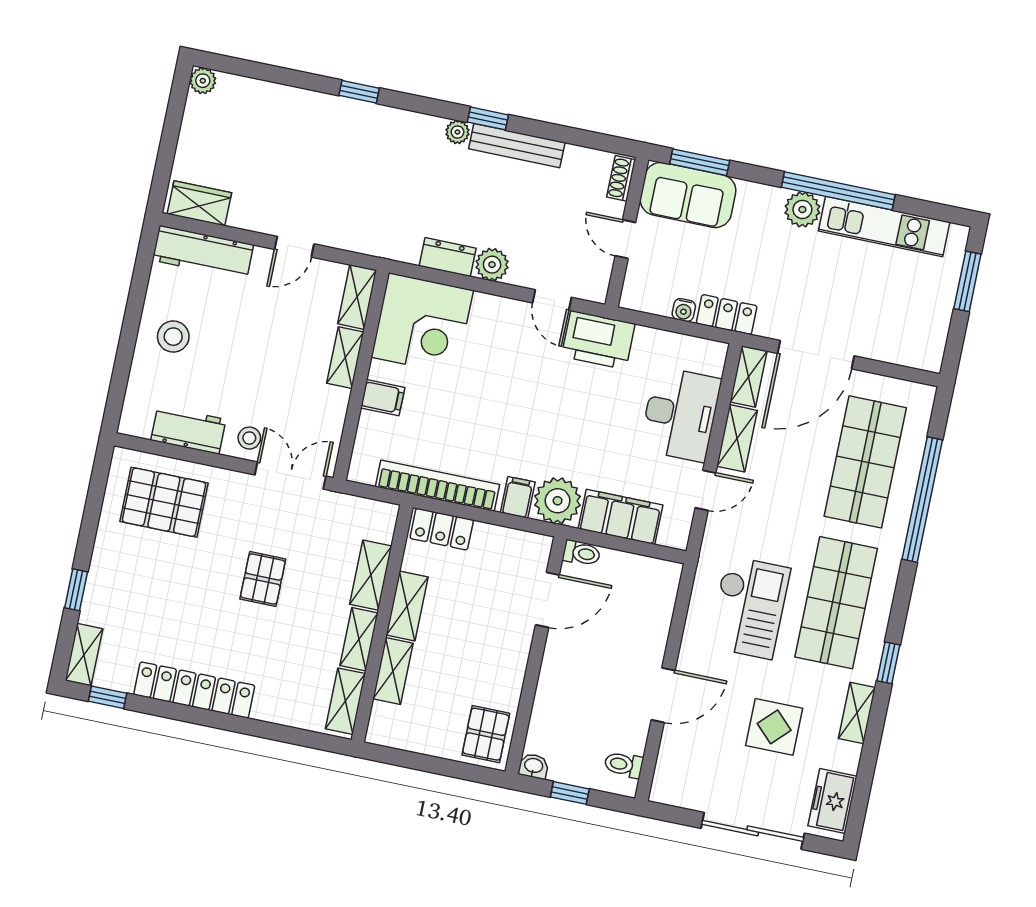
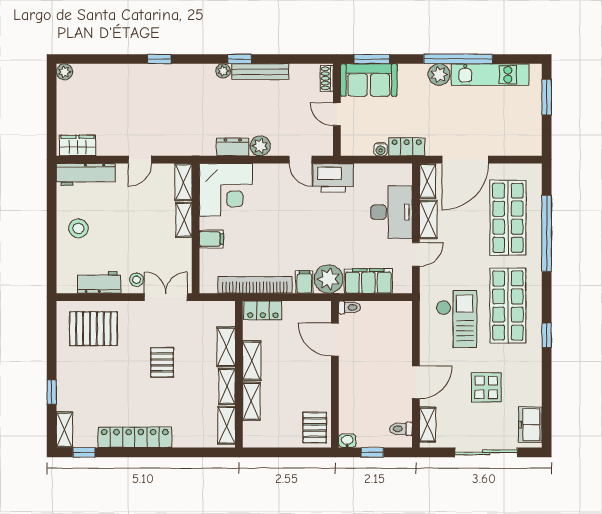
door: (547, 600) -> (335, 340), swing flipped
shelving: (857, 713) -> (428, 425), moved

